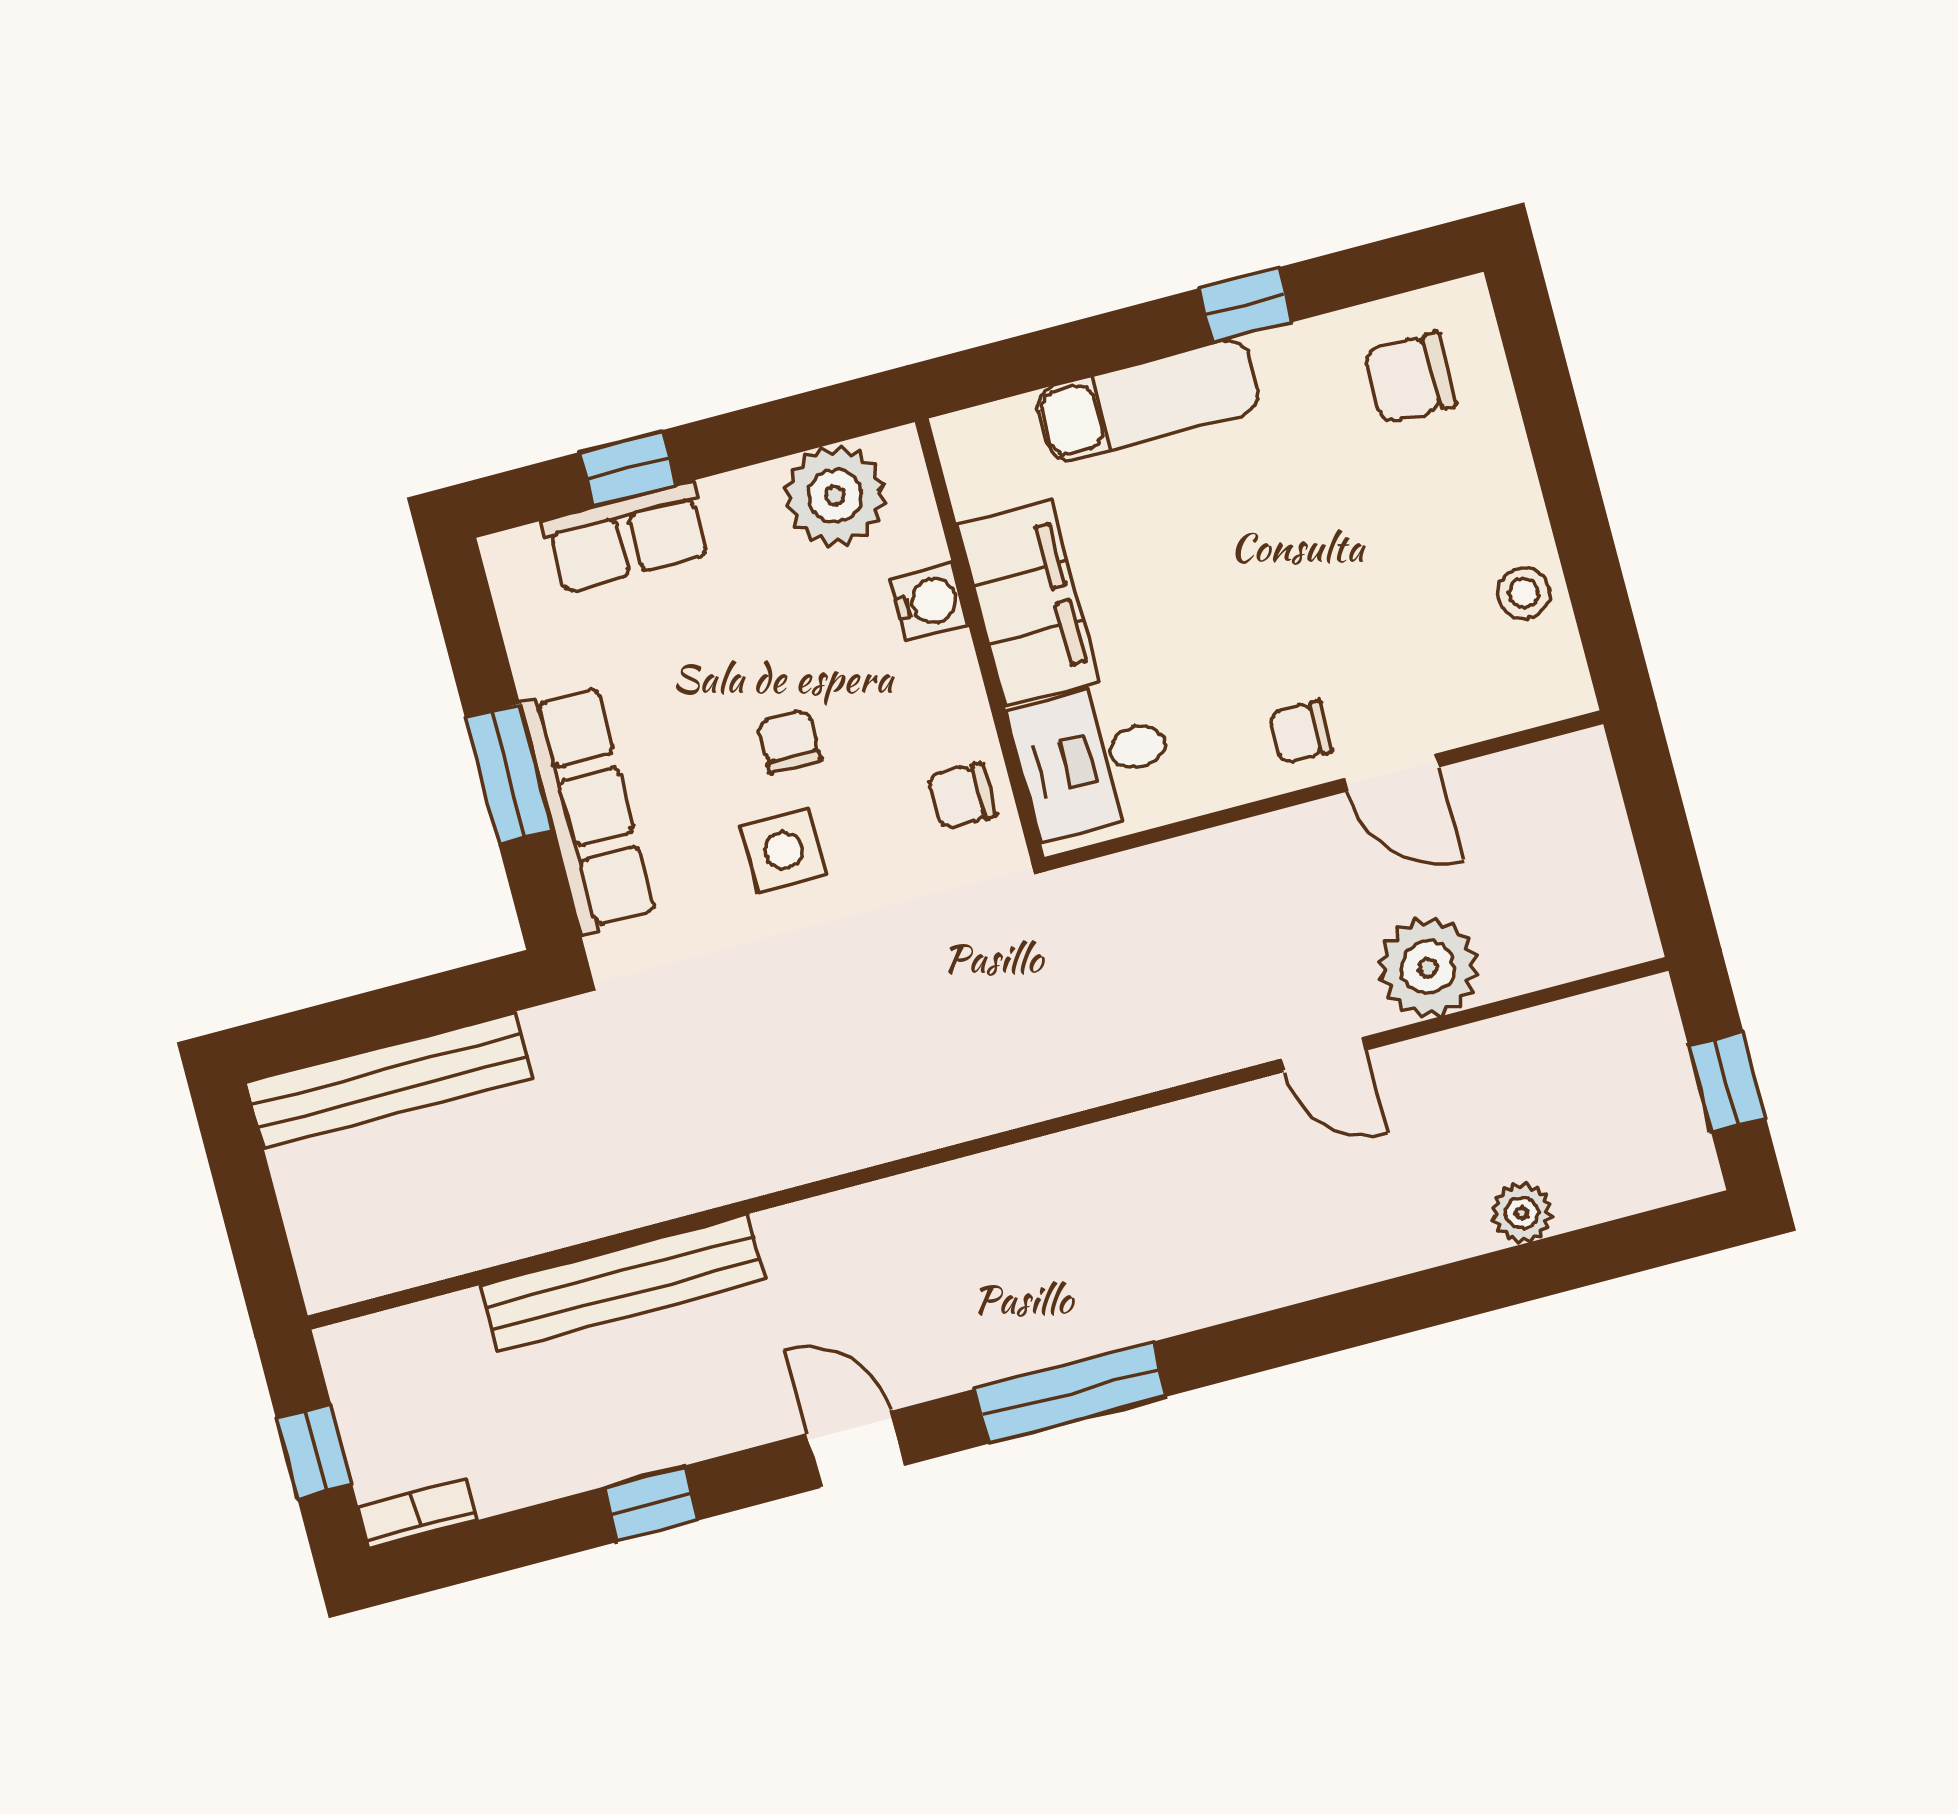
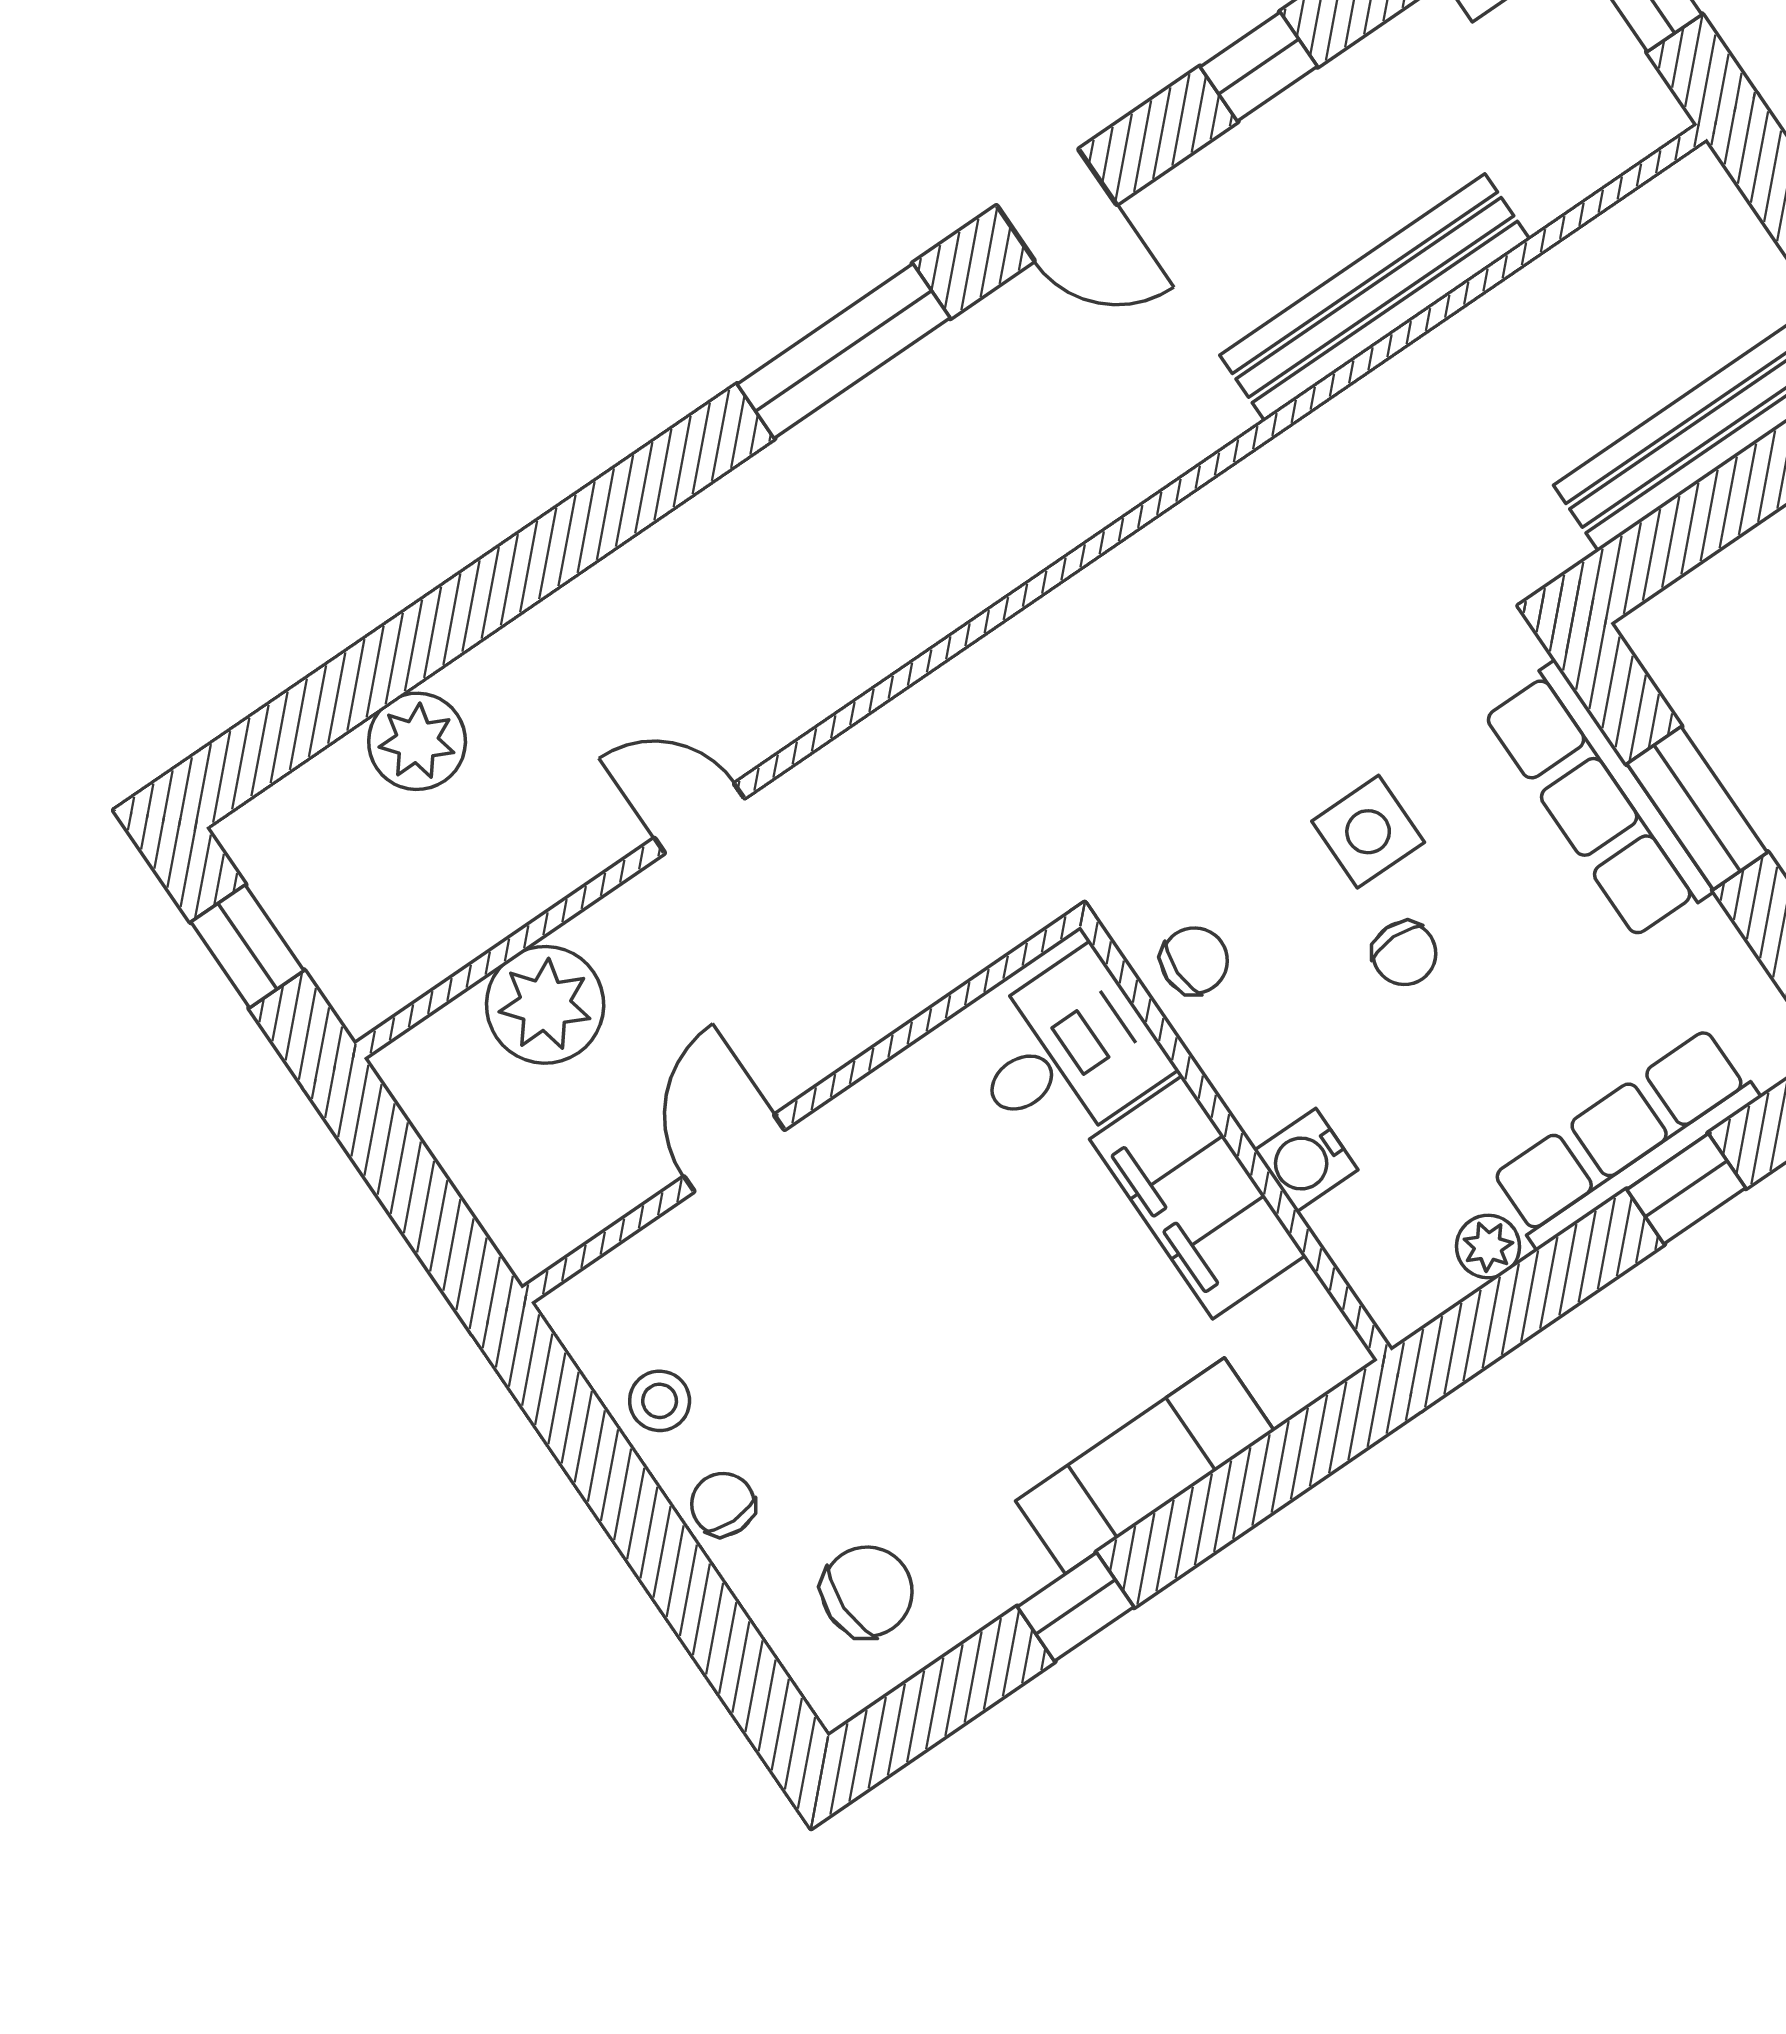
plant: (835, 496) -> (1488, 1247), width x0.53, depth x0.53
row of seats: (627, 537) -> (1625, 1138), width x1.48
chair: (1301, 732) -> (723, 1504), moved, turned -90
door: (1391, 773) -> (734, 1153), hinge flipped
plant: (1428, 967) -> (545, 1005), moved
plant: (1522, 1213) -> (417, 741), width x1.38, depth x1.38

